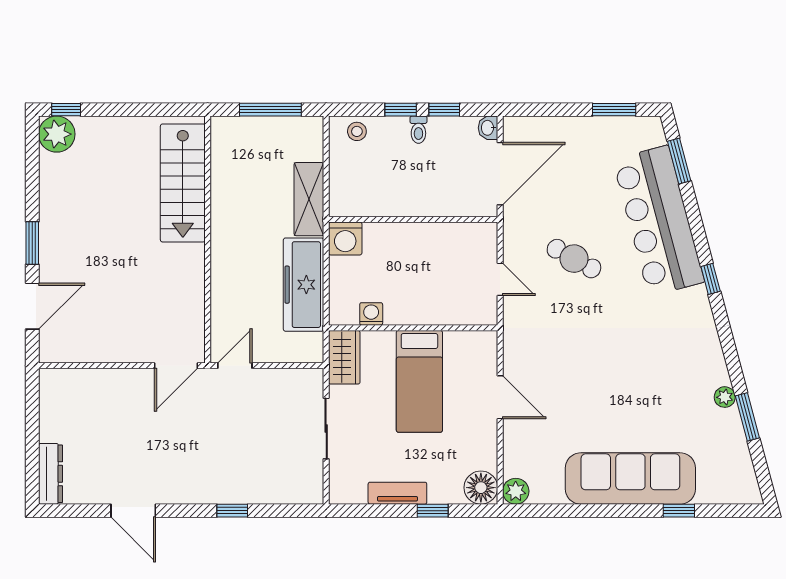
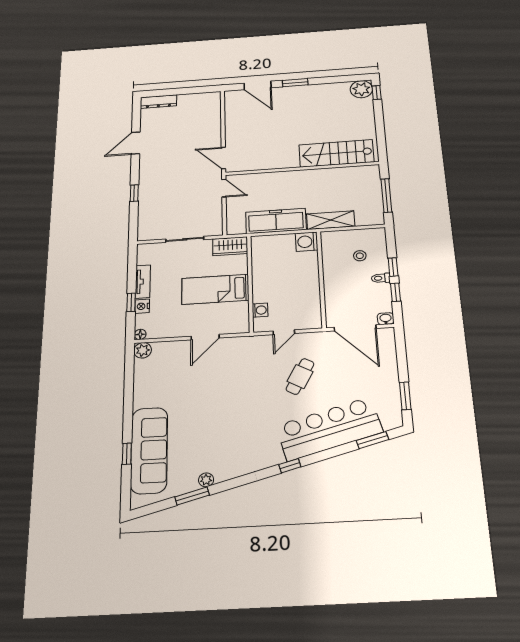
stool: (357, 131) -> (360, 256), moved
washing machine: (371, 314) -> (260, 310), moved
sofa: (630, 479) -> (149, 450), moved
floor lamp: (481, 488) -> (140, 334), width x0.53, depth x0.53
nightstand: (441, 493) -> (142, 306), added

